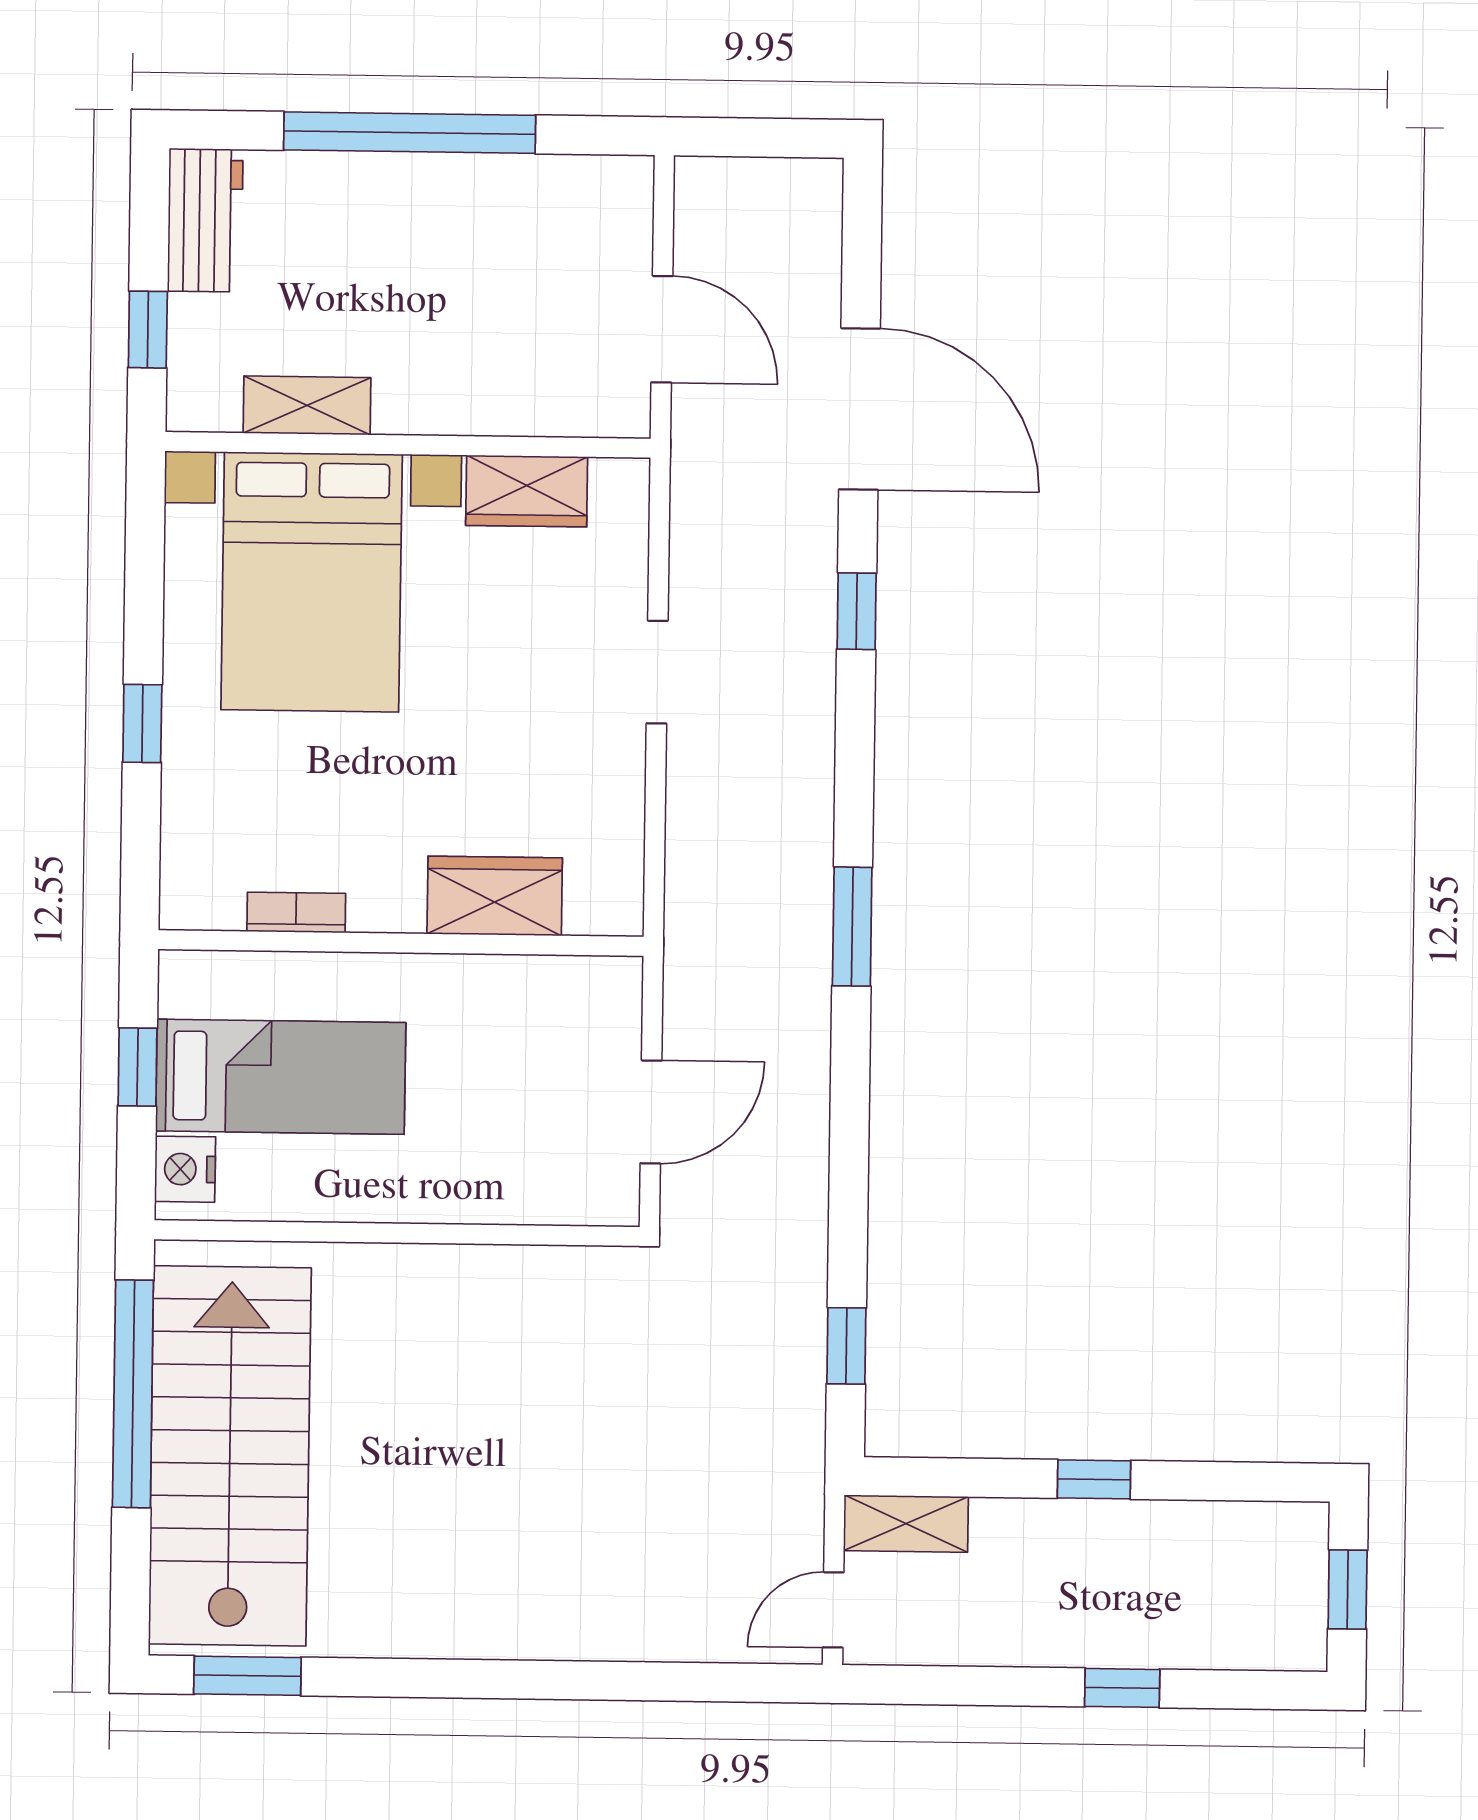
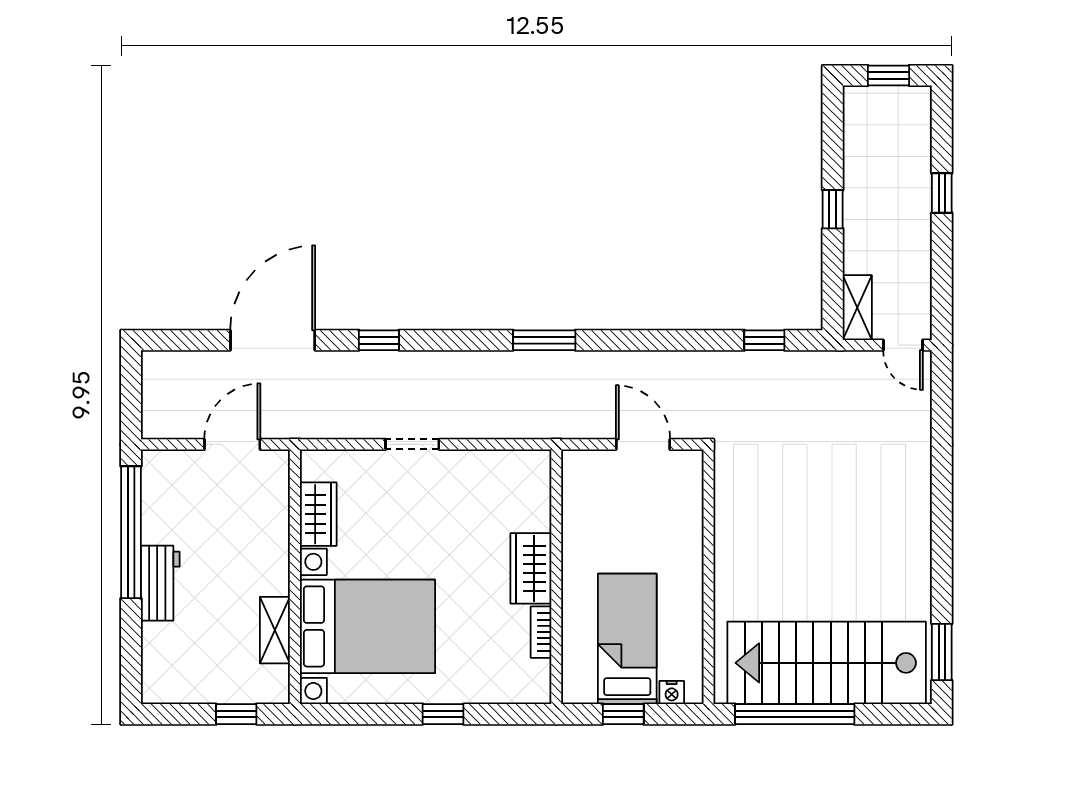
window: (410, 133) -> (131, 532), moved
workbench: (205, 220) -> (160, 583), moved, turned 90
wardrobe: (495, 896) -> (531, 568), moved
nightstand: (185, 1169) -> (672, 693), width x0.72, depth x0.74

